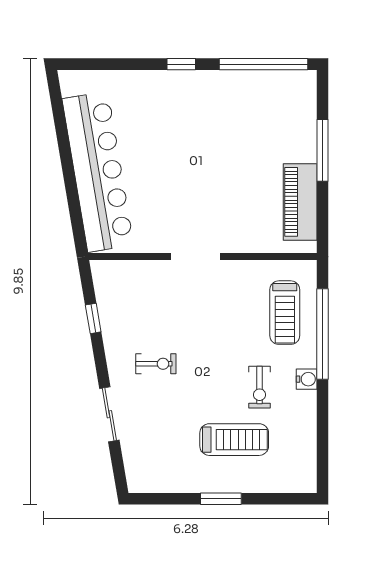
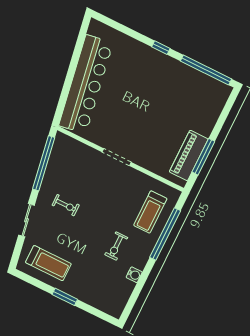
window: (322, 150) -> (203, 157), moved
window: (93, 318) -> (44, 163), width x3.17
water cooler: (307, 379) -> (134, 275), moved
treadmill: (234, 440) -> (48, 263), moved

